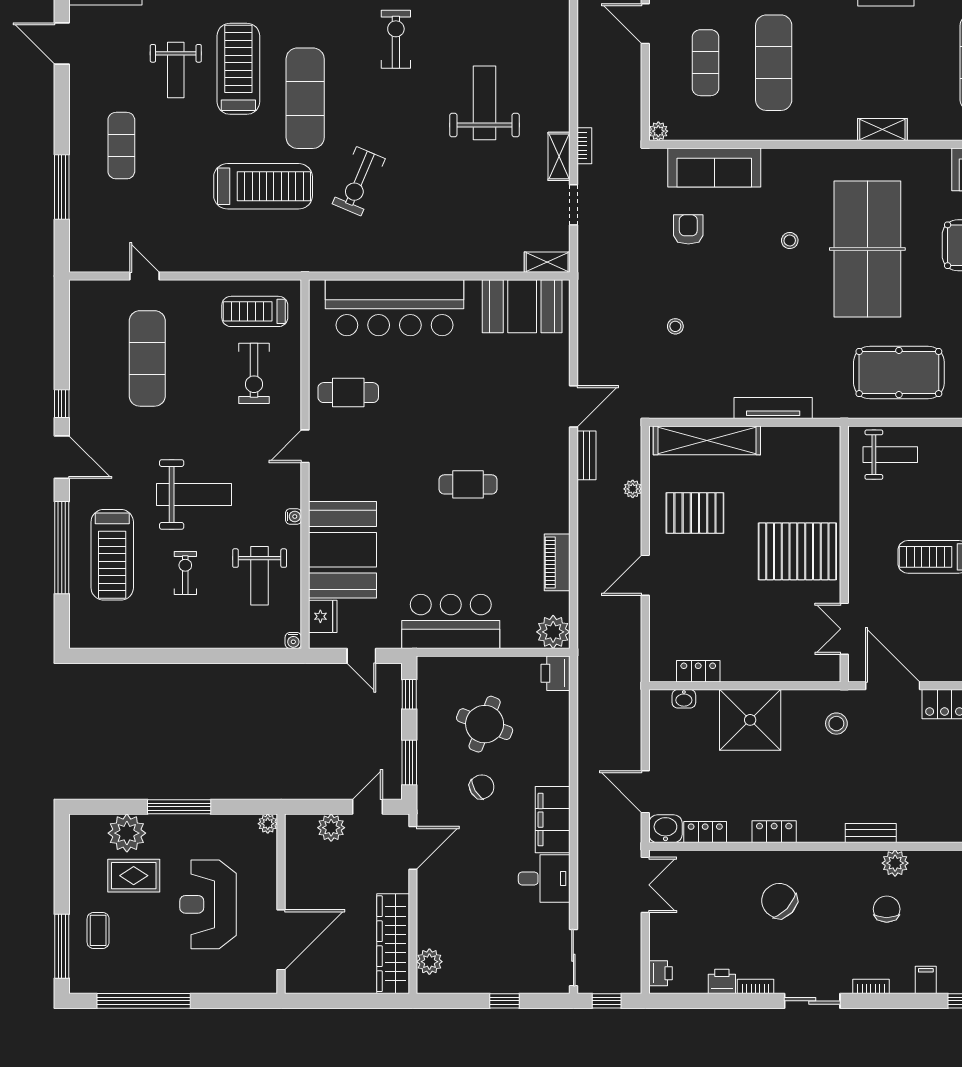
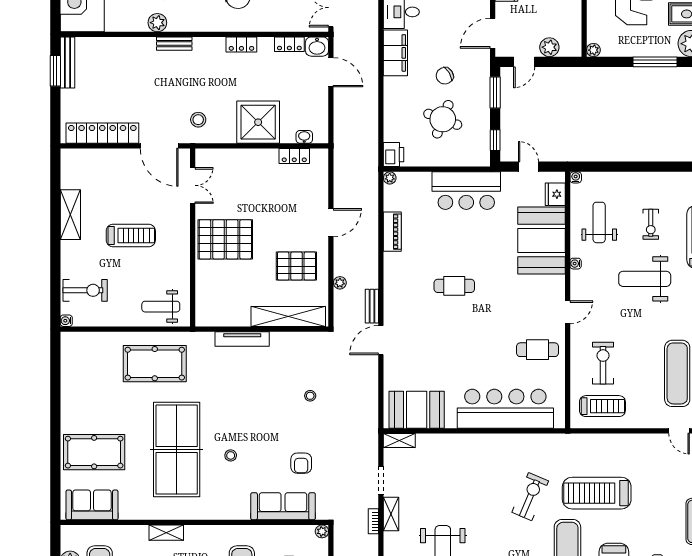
plant: (553, 632) -> (390, 178), width x0.53, depth x0.53

